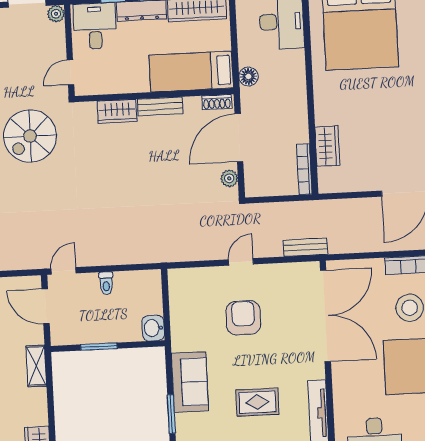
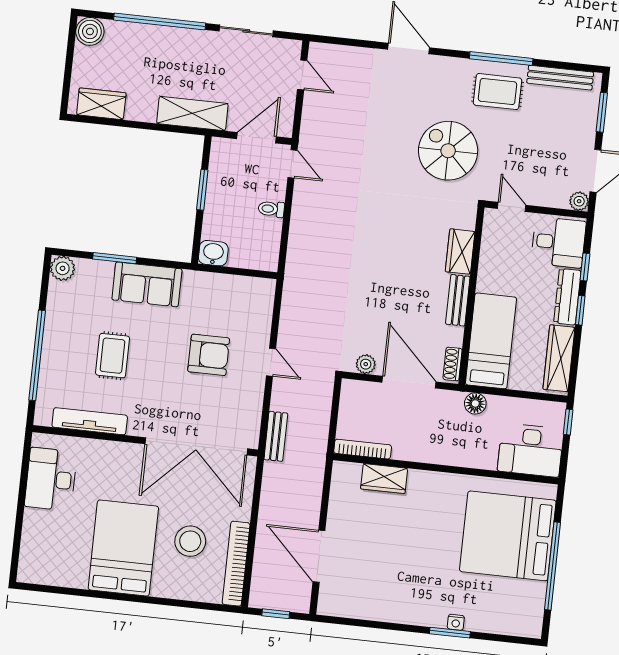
shelving: (36, 366) -> (192, 113), width x1.50, depth x1.33

